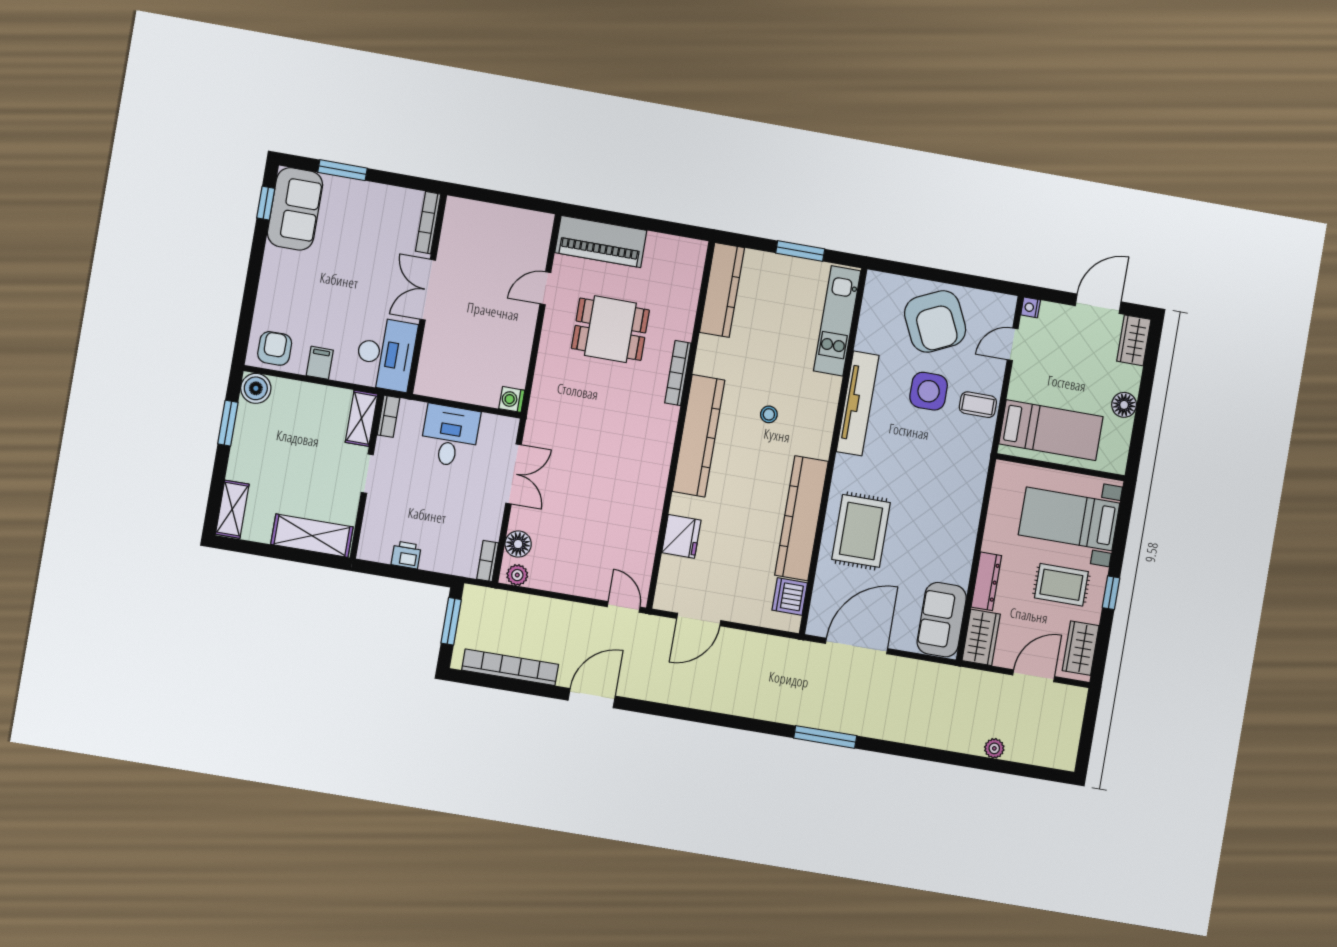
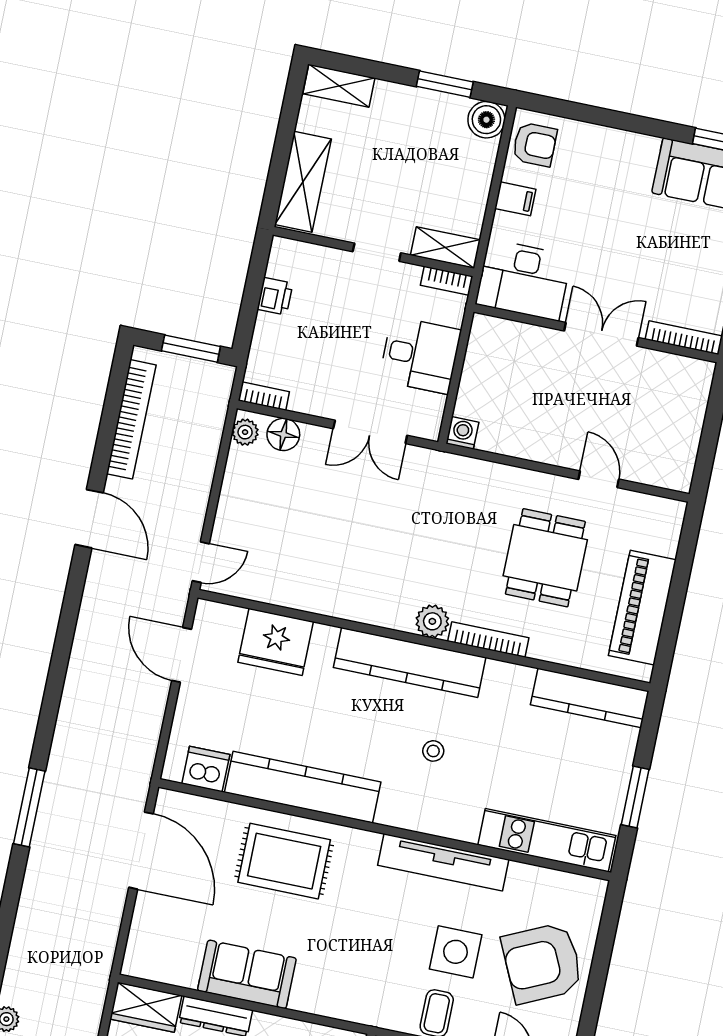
piano: (601, 242) -> (642, 608), moved
plant: (665, 419) -> (432, 621), added
fridge: (681, 536) -> (276, 642), width x1.36, depth x1.34
sofa: (942, 620) -> (247, 974), moved

